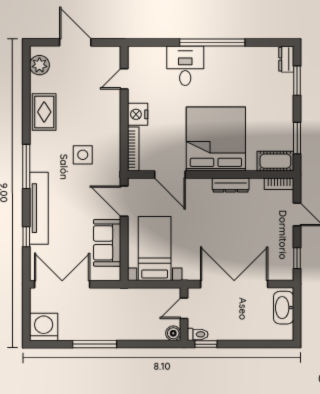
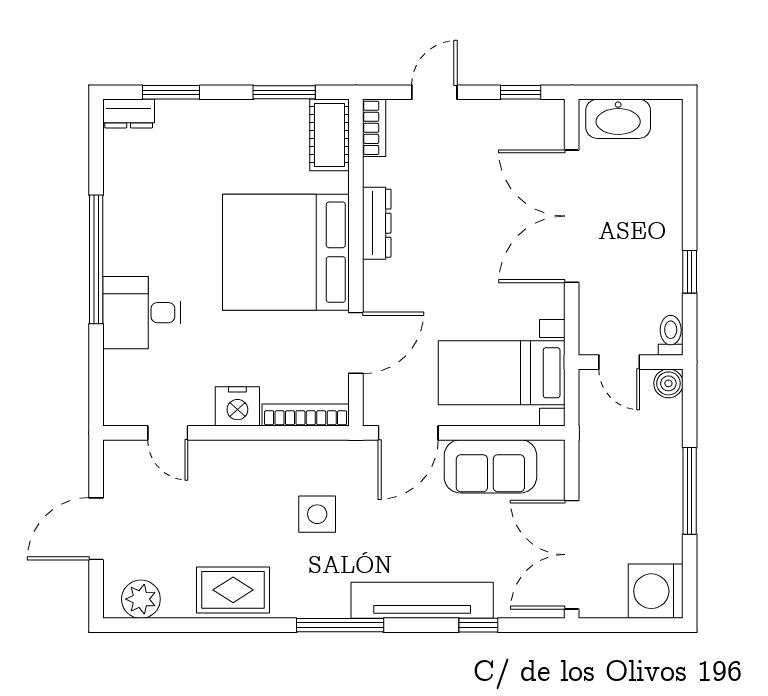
door: (184, 308) -> (619, 362), moved
wall: (184, 314) -> (631, 362), moved
boiler: (173, 333) -> (668, 383), moved
toilet: (198, 334) -> (671, 335), moved

